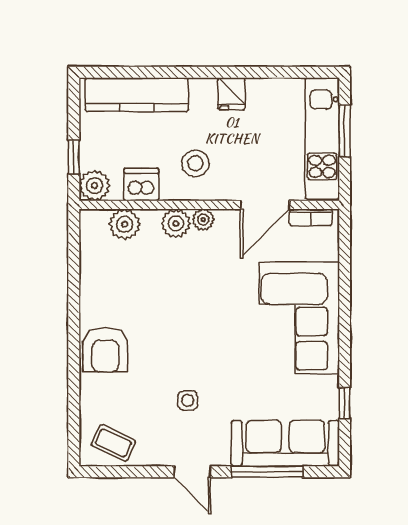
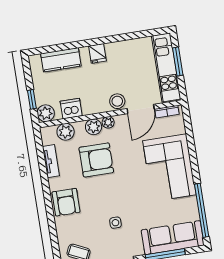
fridge: (231, 94) -> (97, 53), moved
kitchen counter: (137, 95) -> (61, 60), width x0.67
stool: (195, 163) -> (117, 101), moved
tv unit: (90, 272) -> (51, 161), added
armchair: (171, 283) -> (96, 160), added
window: (345, 403) -> (202, 210), width x3.17

